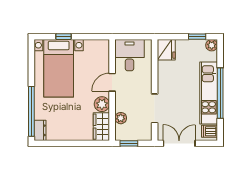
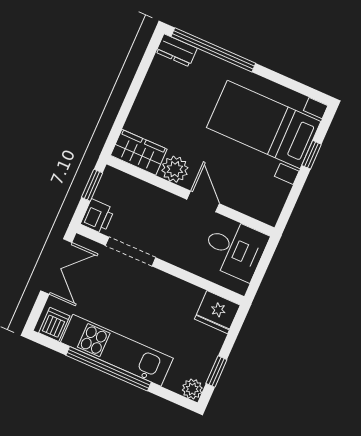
plant: (121, 118) -> (139, 190), removed
printer: (144, 133) -> (98, 216), added

